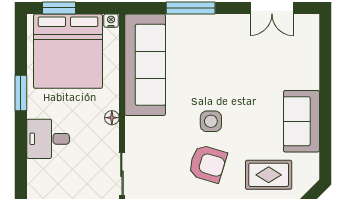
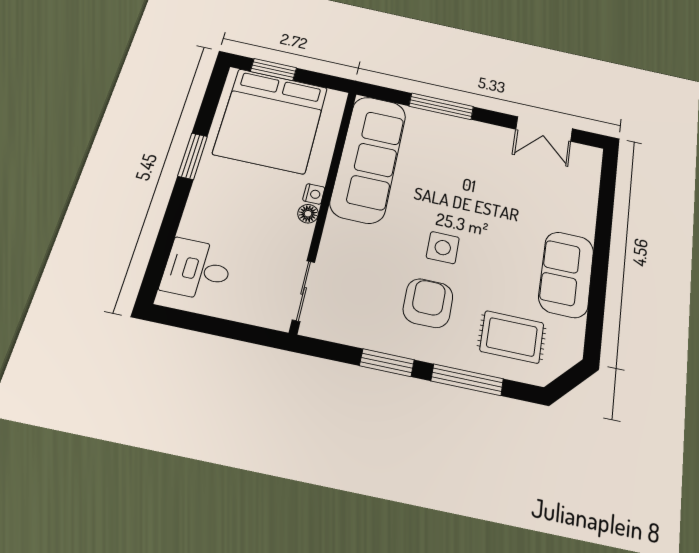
nightstand: (111, 21) -> (314, 194), moved, turned 90
desk: (48, 139) -> (197, 269), moved
armchair: (208, 164) -> (428, 303), turned -107

